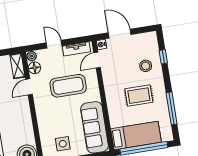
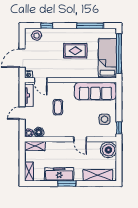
stool: (146, 66) -> (37, 35), moved
coffee table: (68, 86) -> (58, 107), width x0.54, depth x0.58
door: (29, 87) -> (80, 139), moved
rug: (139, 96) -> (75, 51), turned 90

